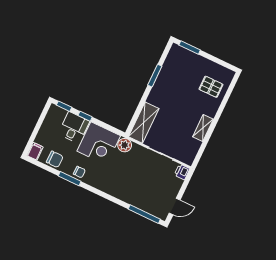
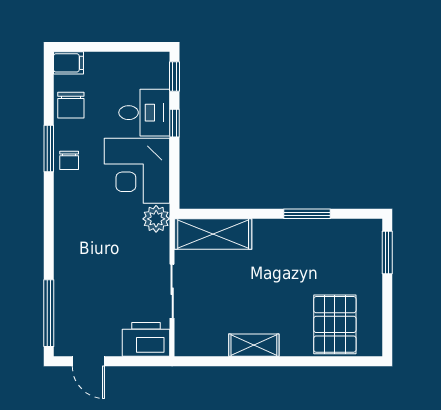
pallet: (211, 87) -> (335, 324), width x1.50, depth x1.42
printer: (182, 172) -> (146, 339), width x1.87, depth x1.48

